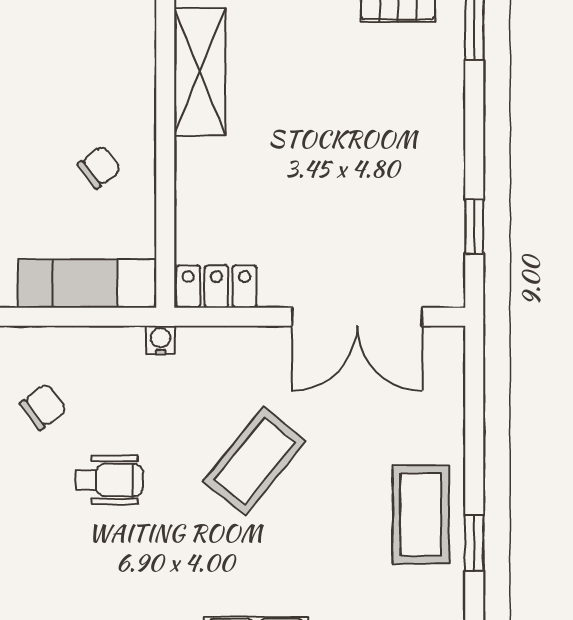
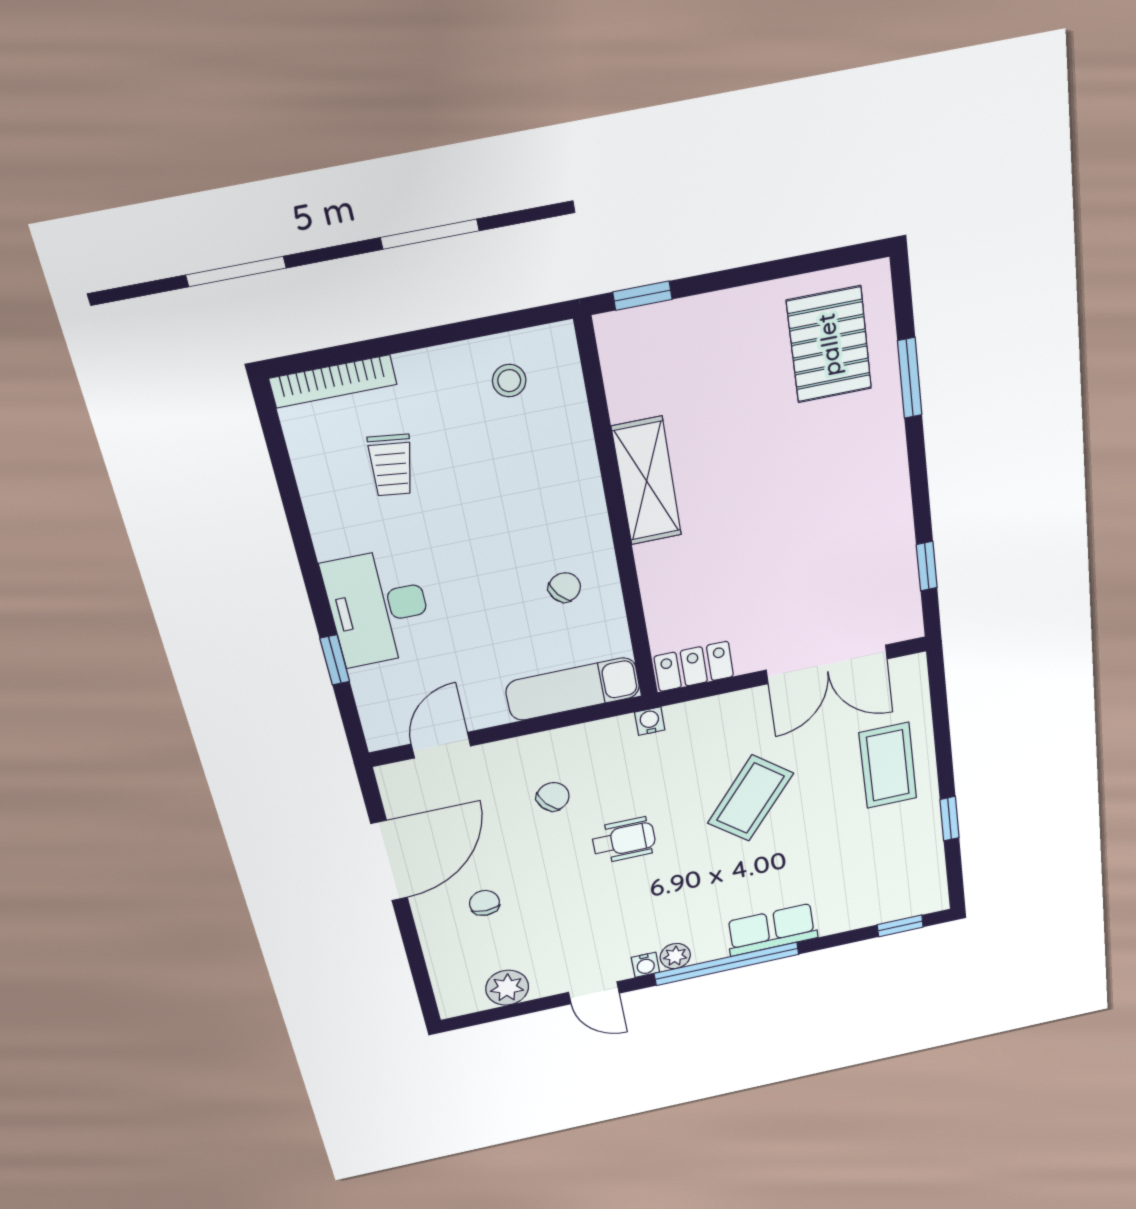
coffee table: (421, 514) -> (888, 766), moved

